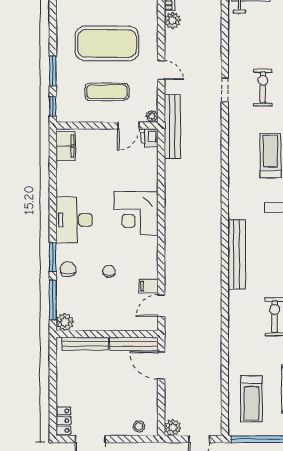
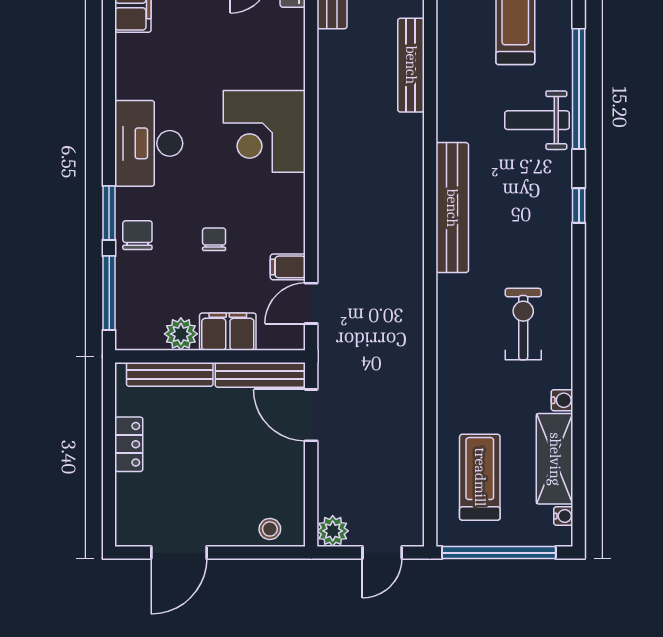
bench: (215, 178) -> (411, 65), added
filing cabinet: (116, 321) -> (228, 332), added
plant: (65, 322) -> (181, 334), moved
treadmill: (251, 399) -> (480, 477), turned 180
locker: (63, 421) -> (129, 444), moved

